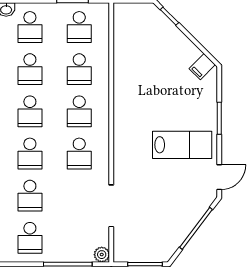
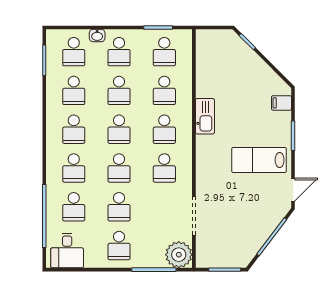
filing cabinet: (202, 67) -> (282, 103), moved, turned 45
kitchen sink: (123, 97) -> (205, 116), added
lab bench: (182, 145) -> (259, 160), turned 180
plant: (102, 255) -> (179, 255), width x1.88, depth x1.88

